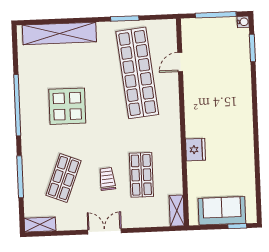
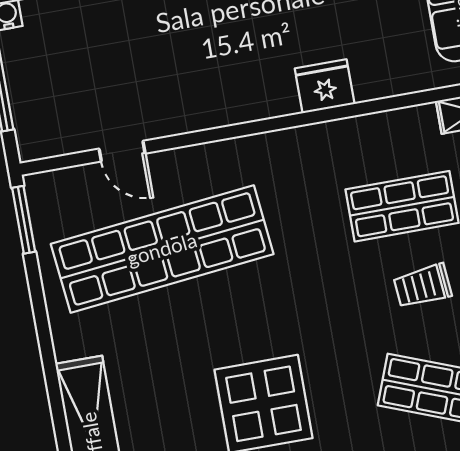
window: (125, 18) -> (24, 220), moved

